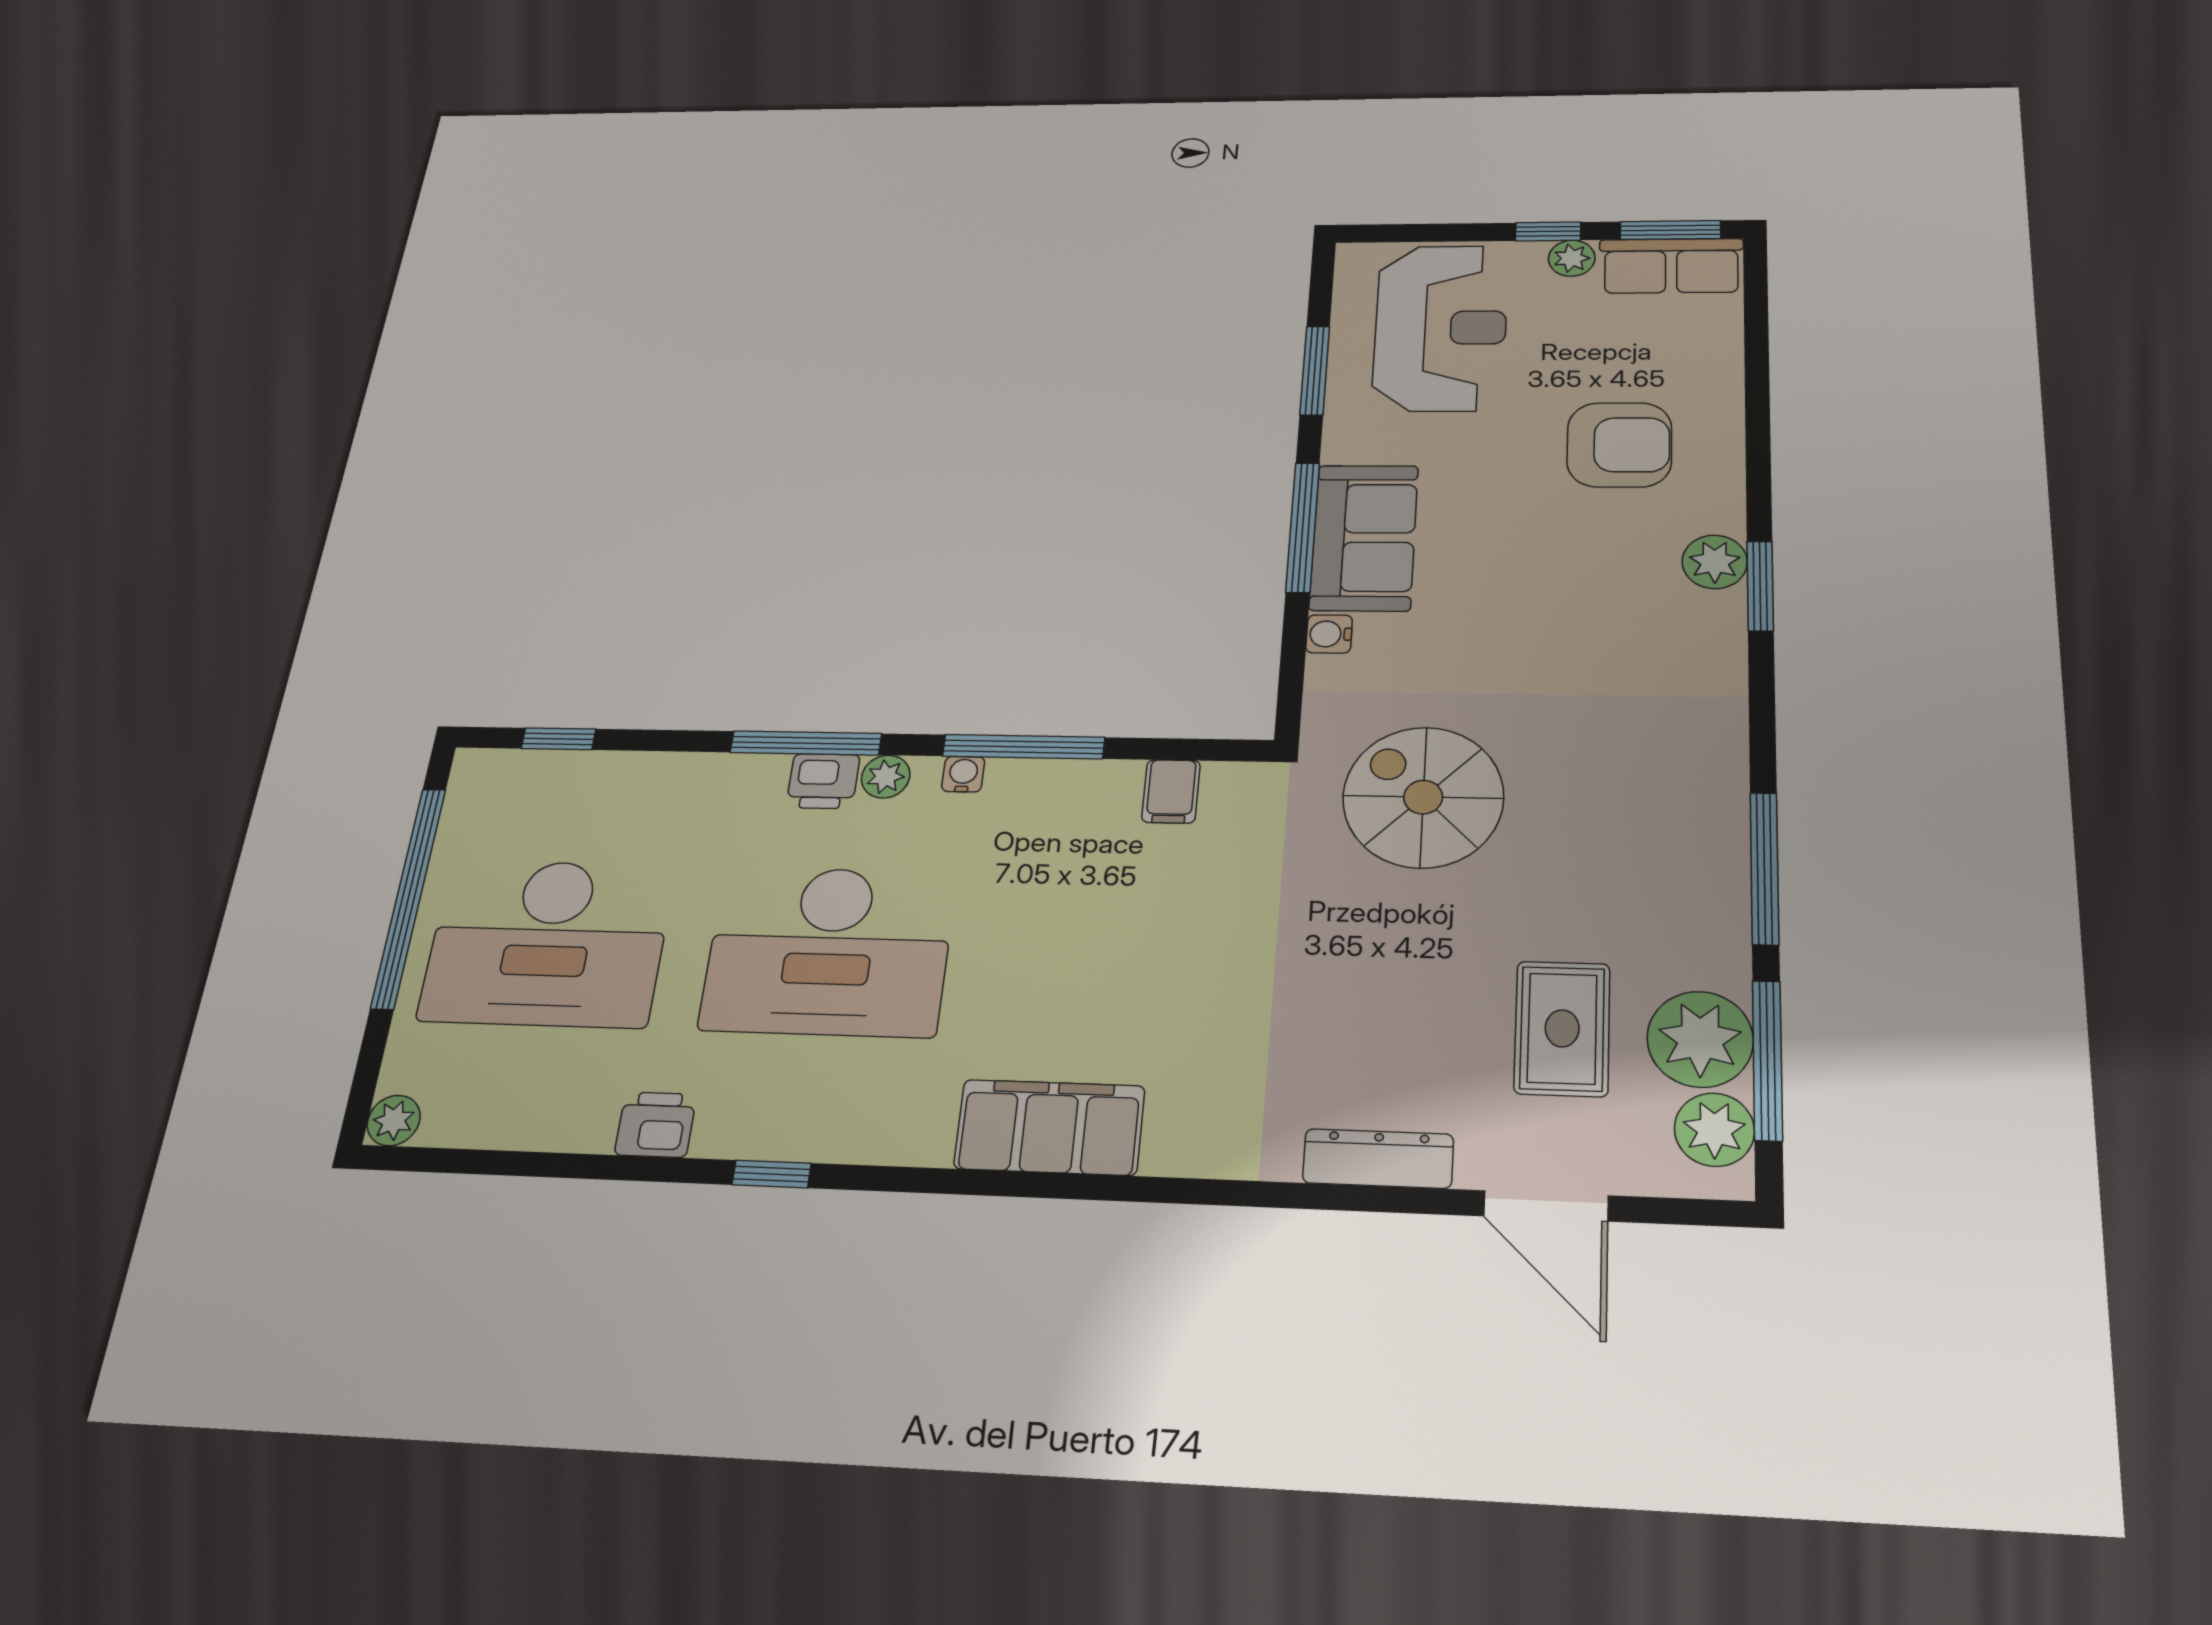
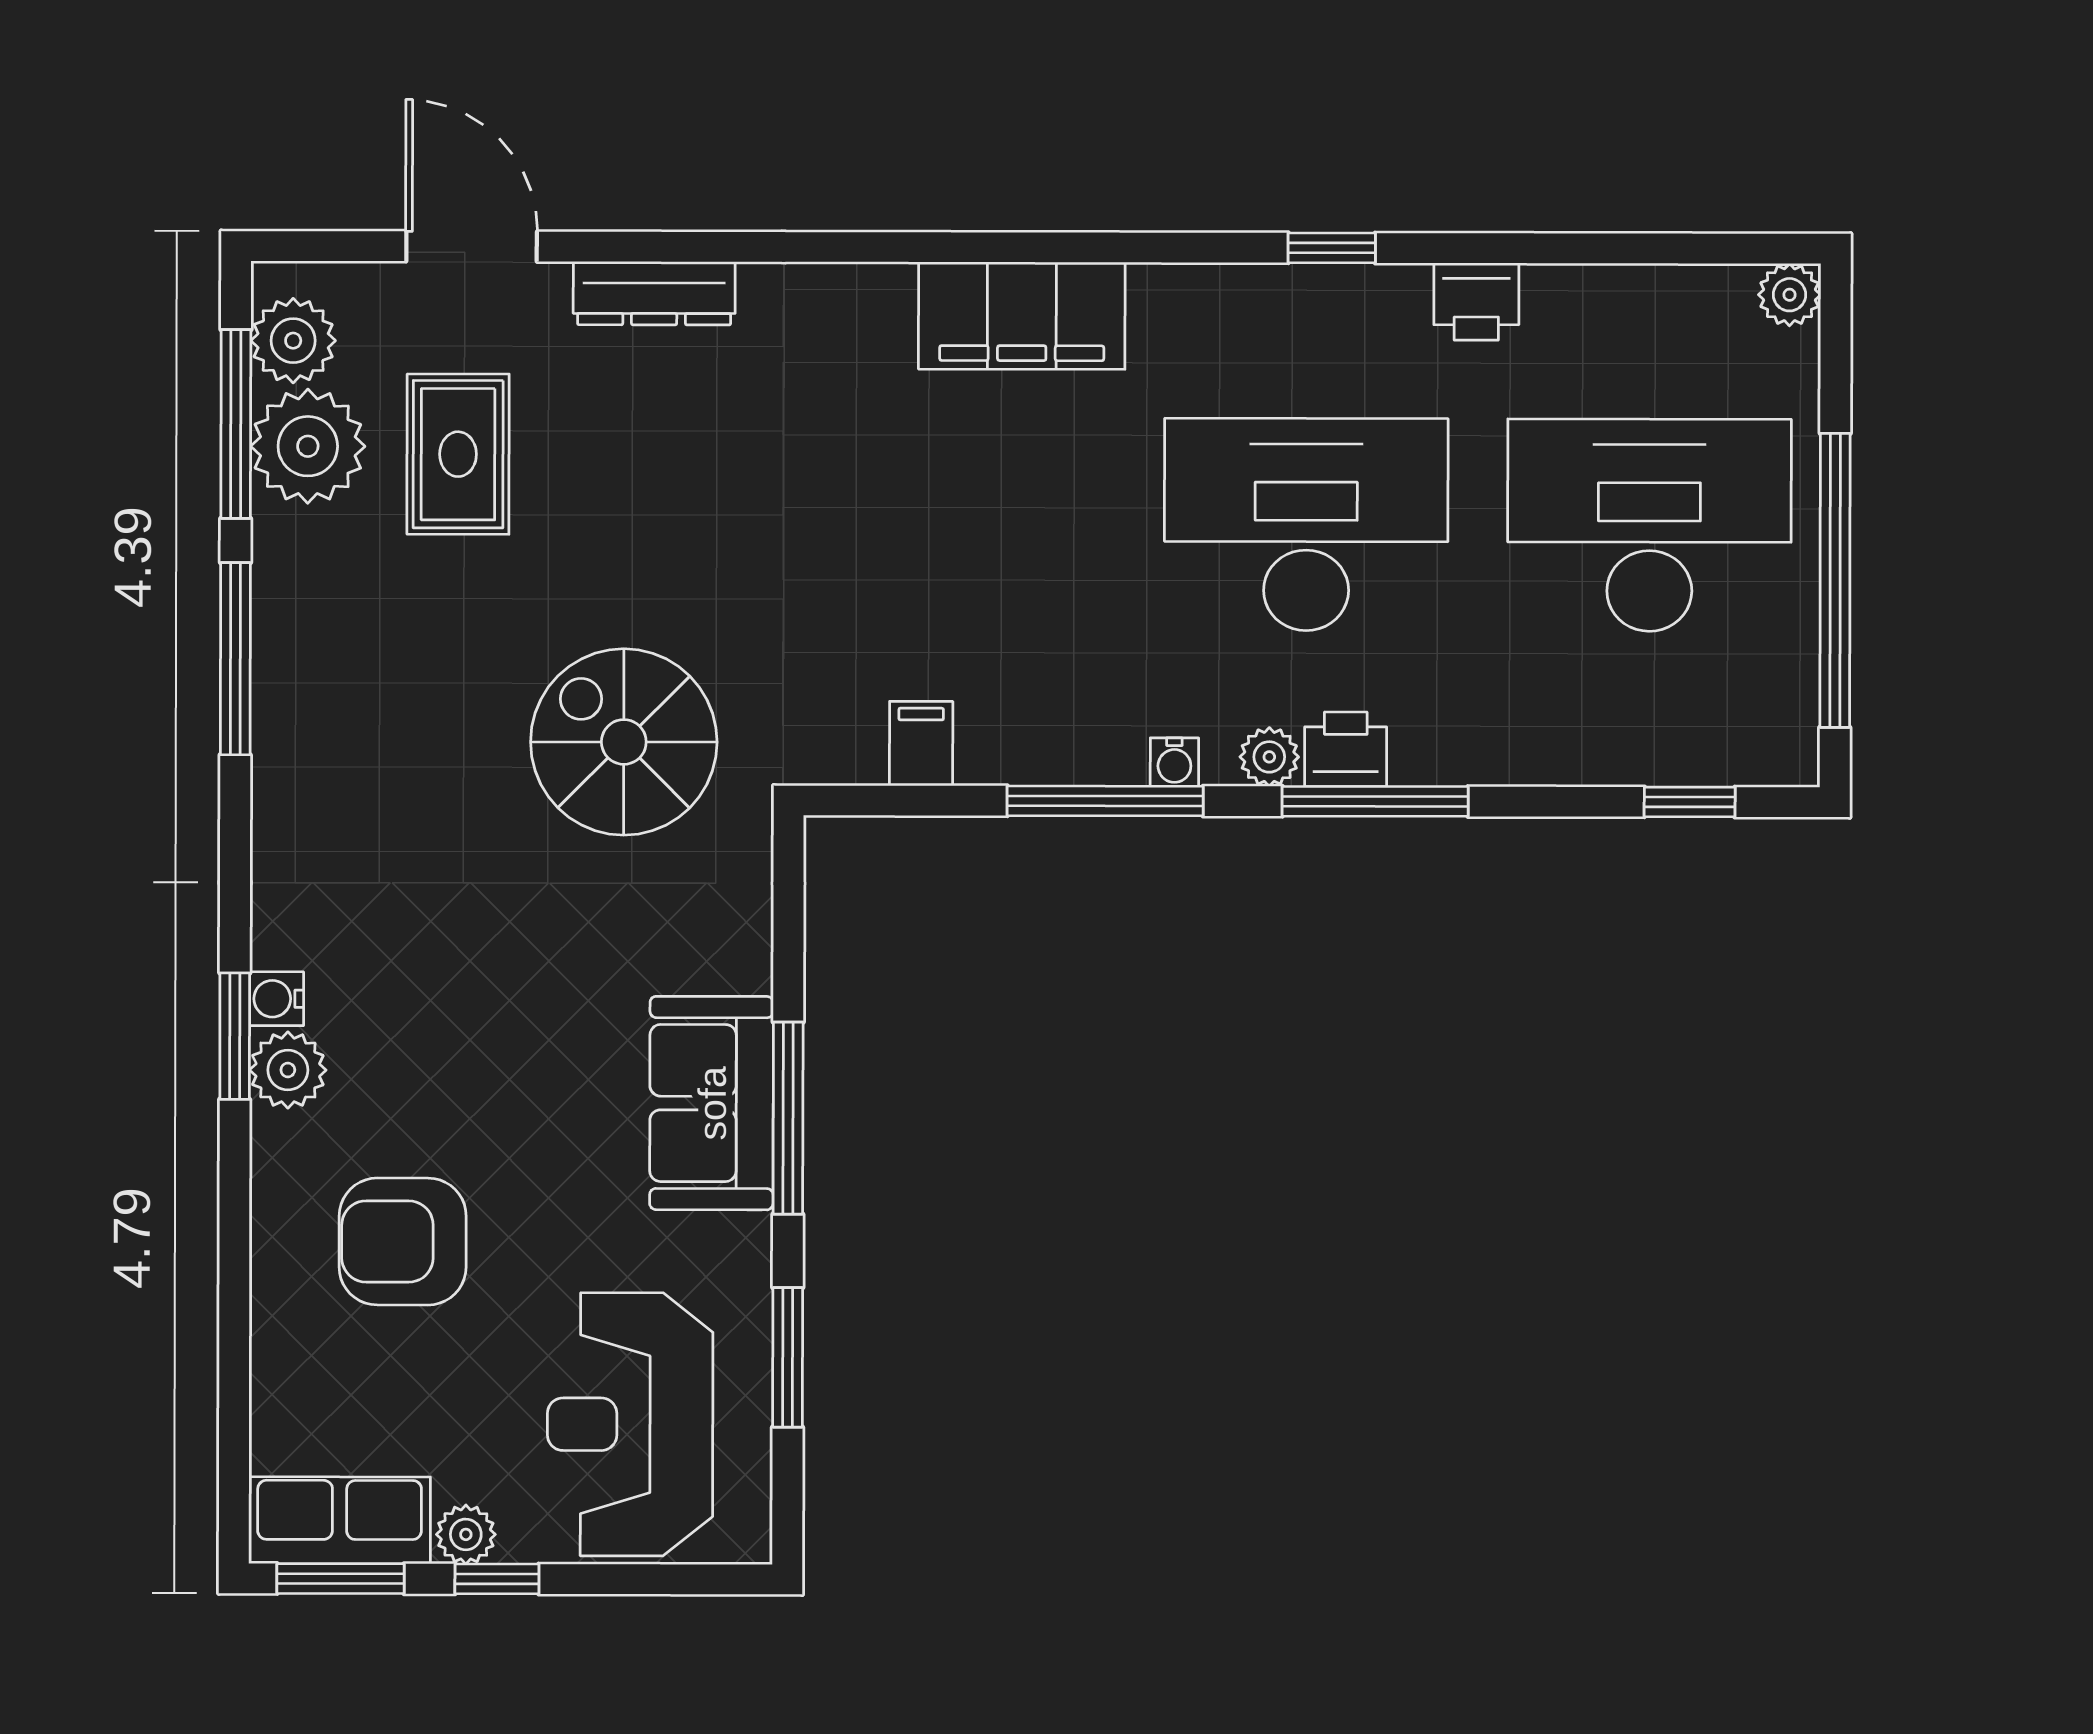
water cooler: (1329, 634) -> (277, 999), moved, turned 180
spiral stairs: (1423, 797) -> (624, 742), turned 180

